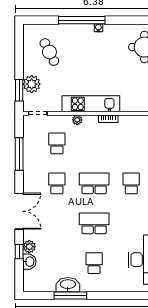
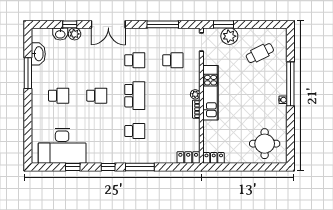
plant: (77, 120) -> (195, 94), moved
school desk: (94, 223) -> (97, 96), width x0.54
washbasin: (68, 285) -> (38, 54), moved

